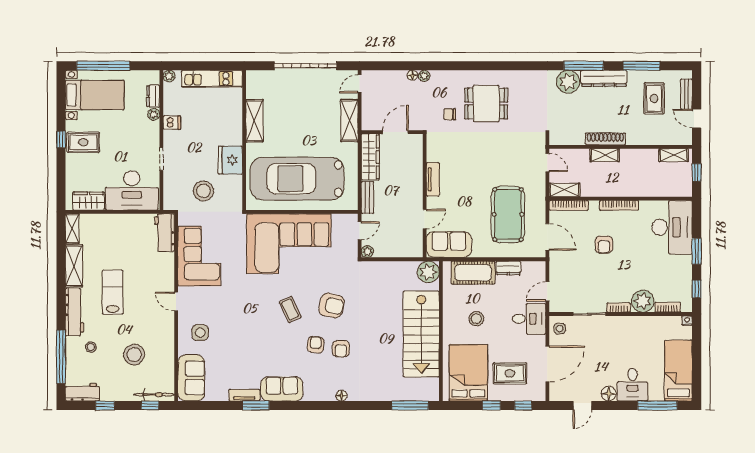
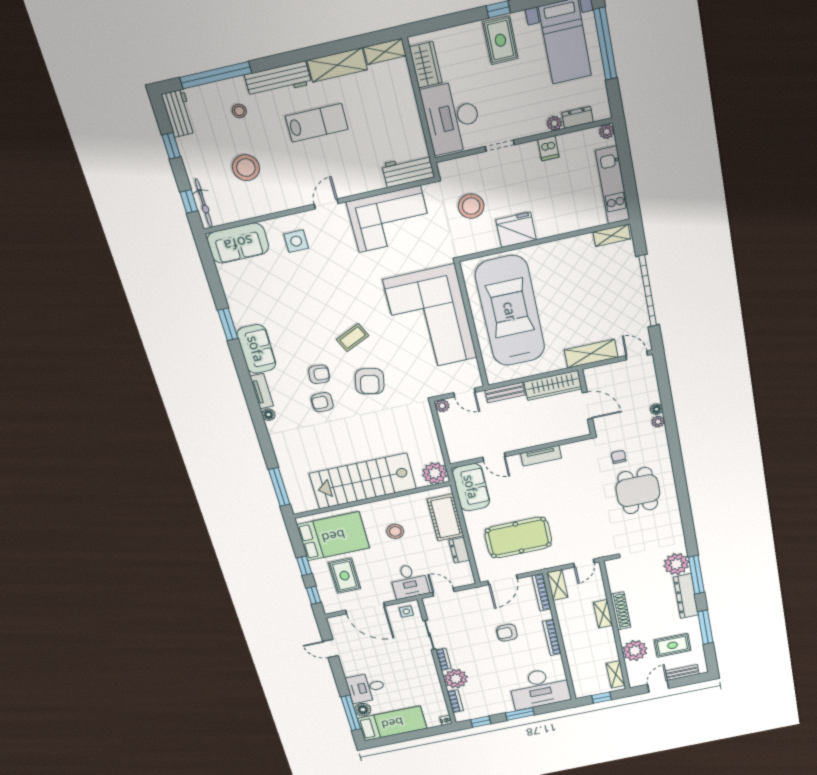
shelving: (254, 121) -> (612, 235), moved, width x0.67, depth x0.75
plant: (652, 133) -> (635, 651), added
floor lamp: (609, 394) -> (363, 710), moved
tv unit: (244, 395) -> (262, 391), moved

